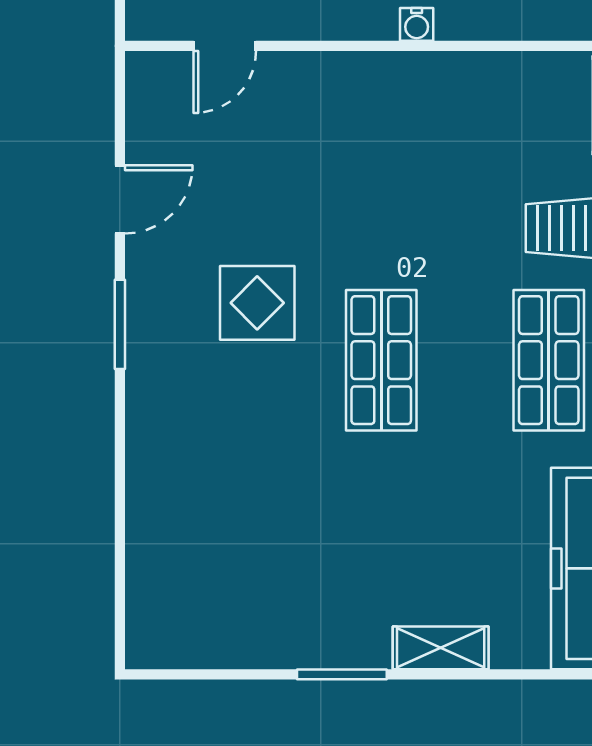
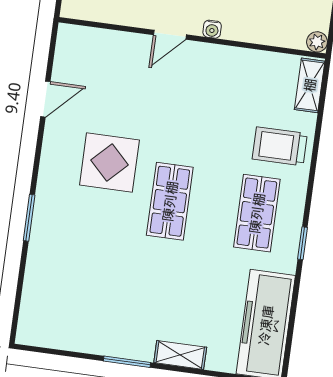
door: (225, 46) -> (170, 35), moved
display table: (257, 303) -> (109, 163), width x1.36, depth x1.36
window: (120, 324) -> (29, 218), moved

